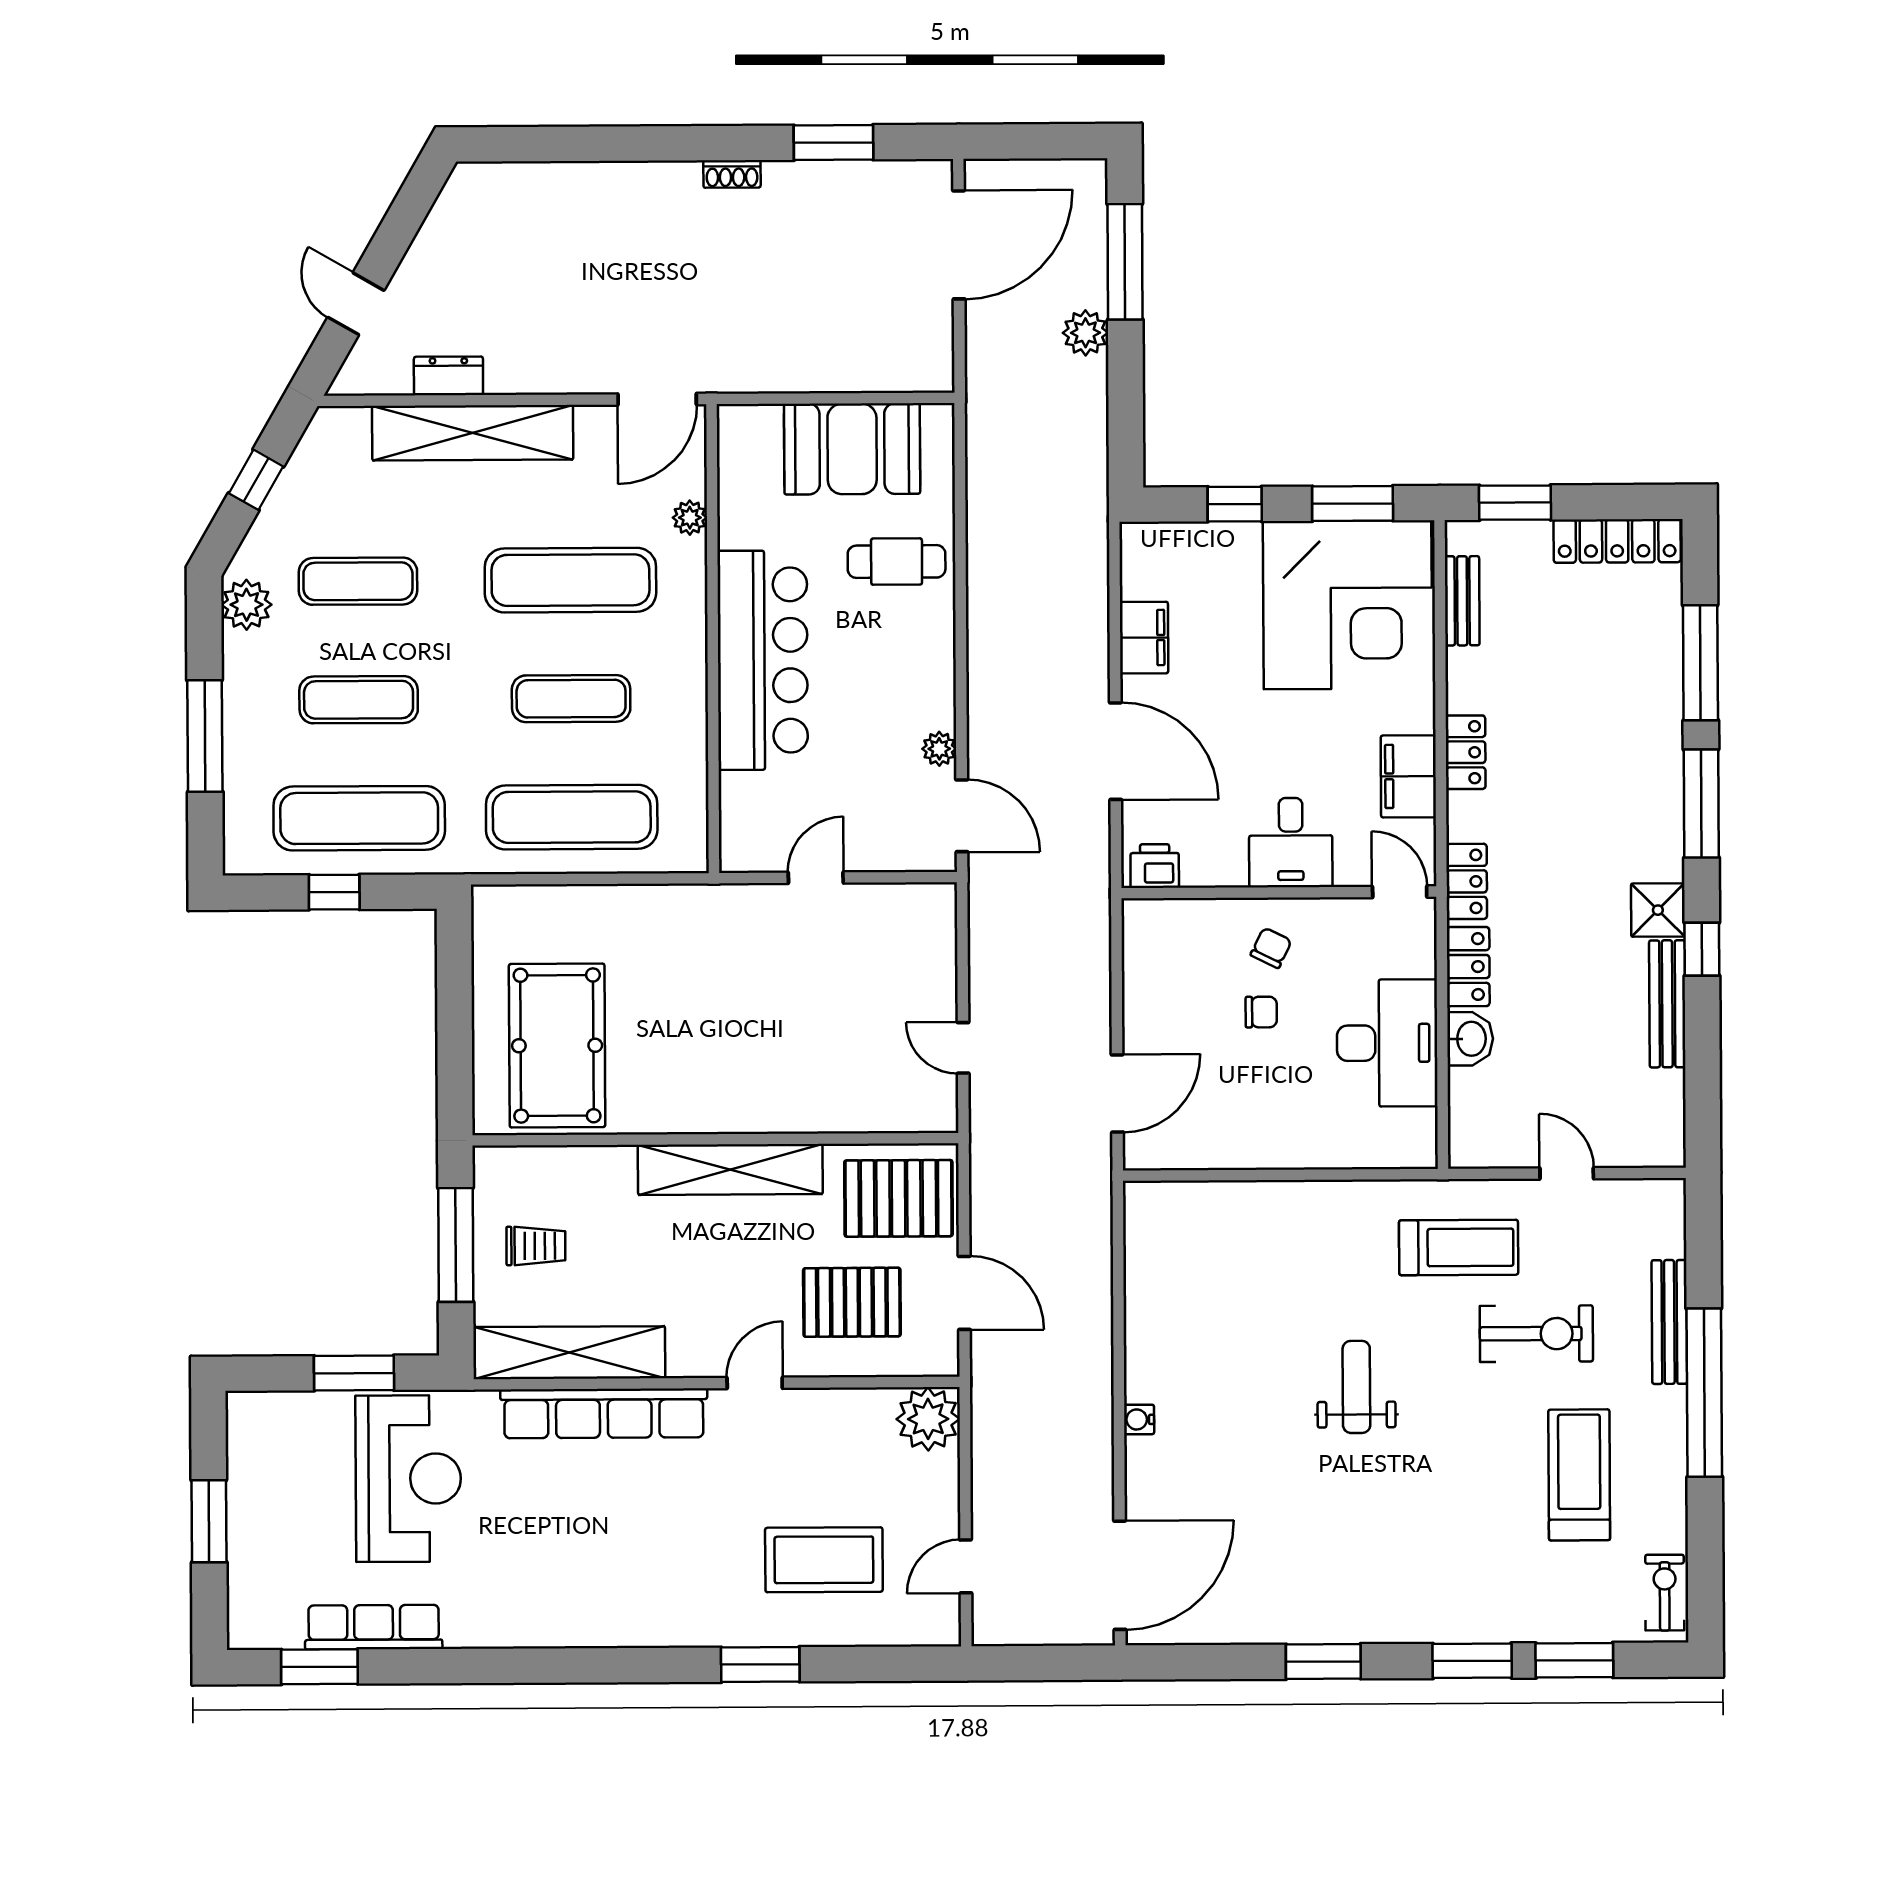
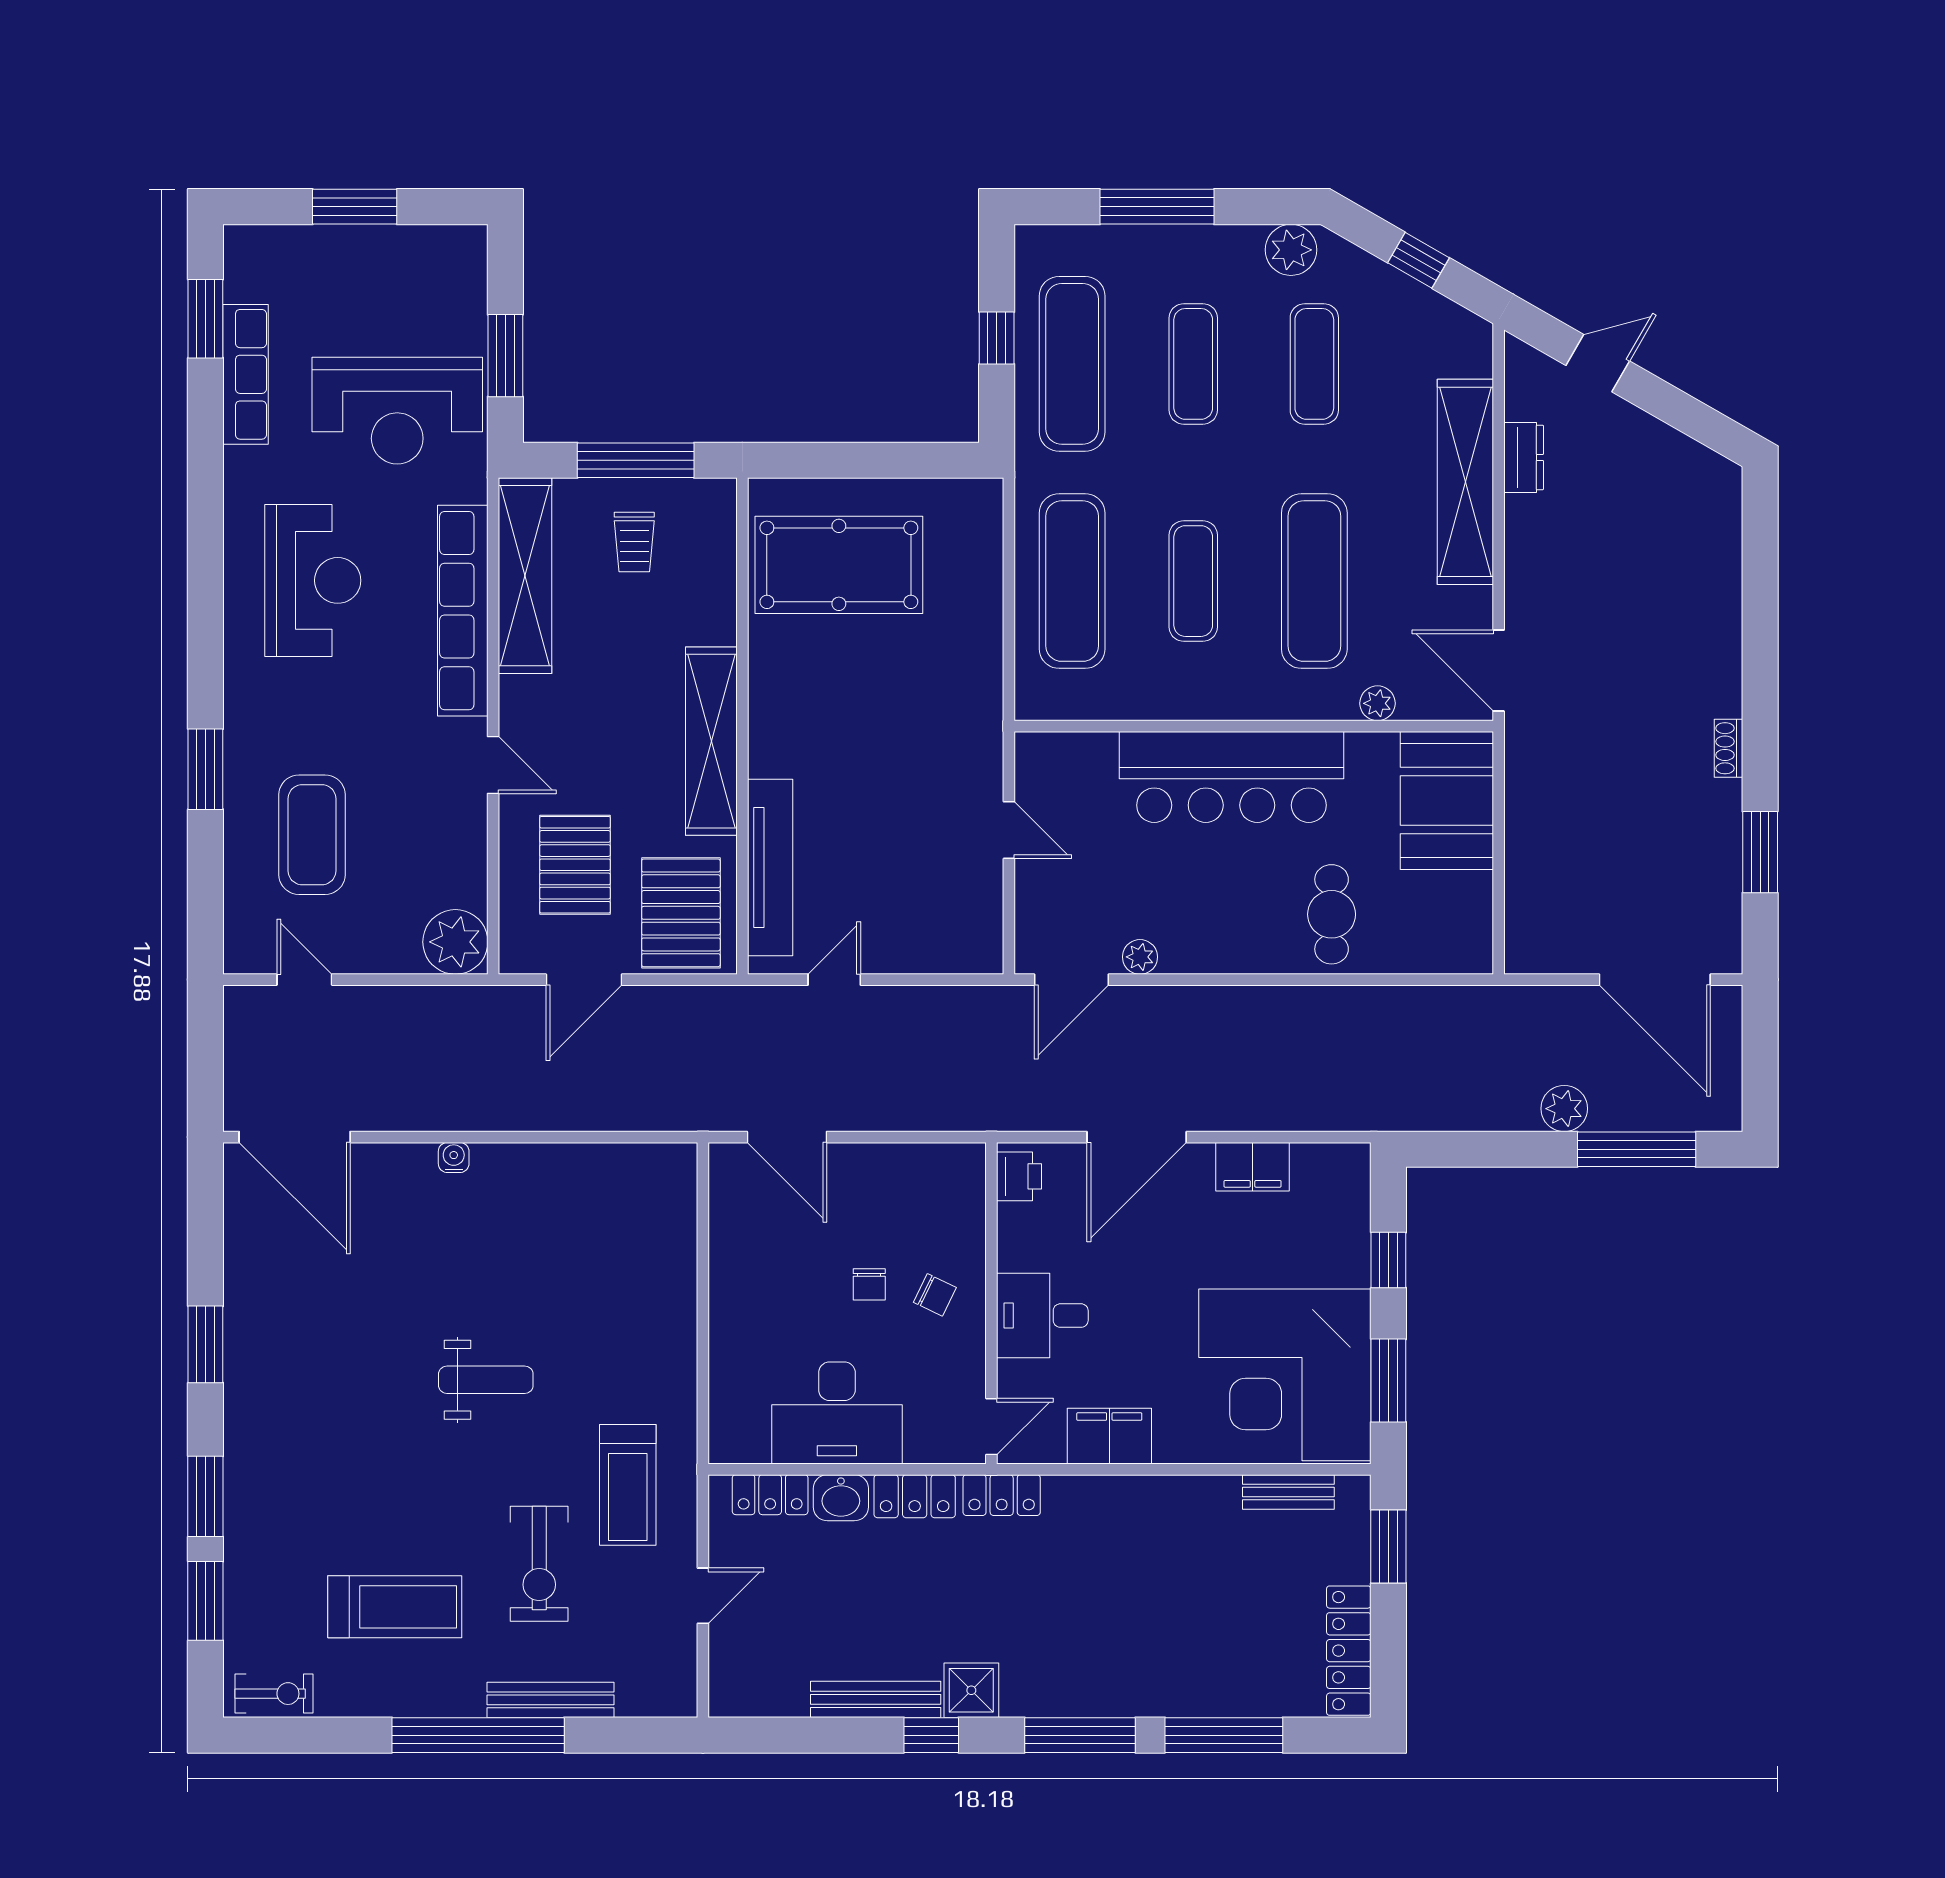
booth: (852, 449) -> (1447, 801), moved
locker: (1466, 752) -> (770, 1495), moved
tv unit: (854, 1111) -> (770, 867), added
reception desk: (575, 1560) -> (313, 580), added

